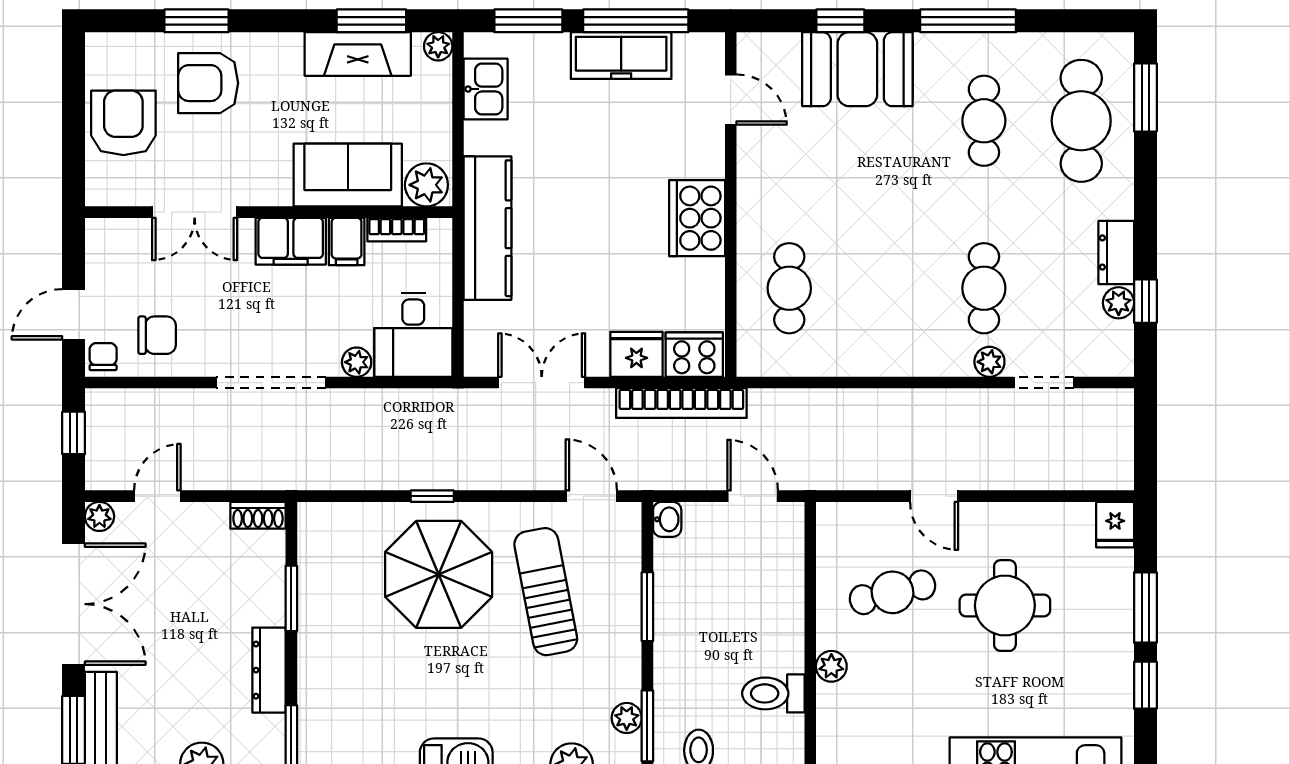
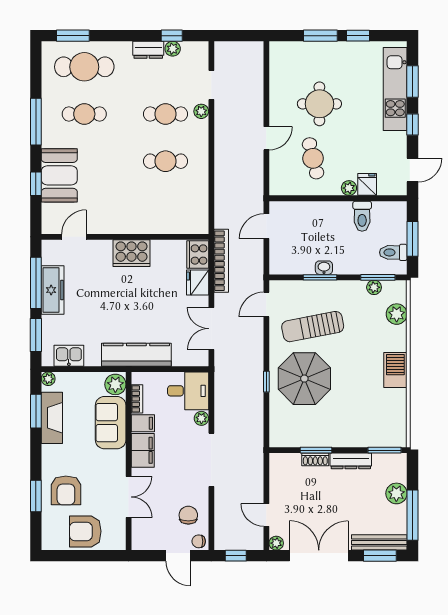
cafe table: (789, 288) -> (166, 161), moved
shoe rack: (258, 515) -> (315, 459), moved, turned 90
washbasin: (667, 519) -> (324, 268), moved
fridge: (1115, 525) -> (367, 184), moved, turned -90

